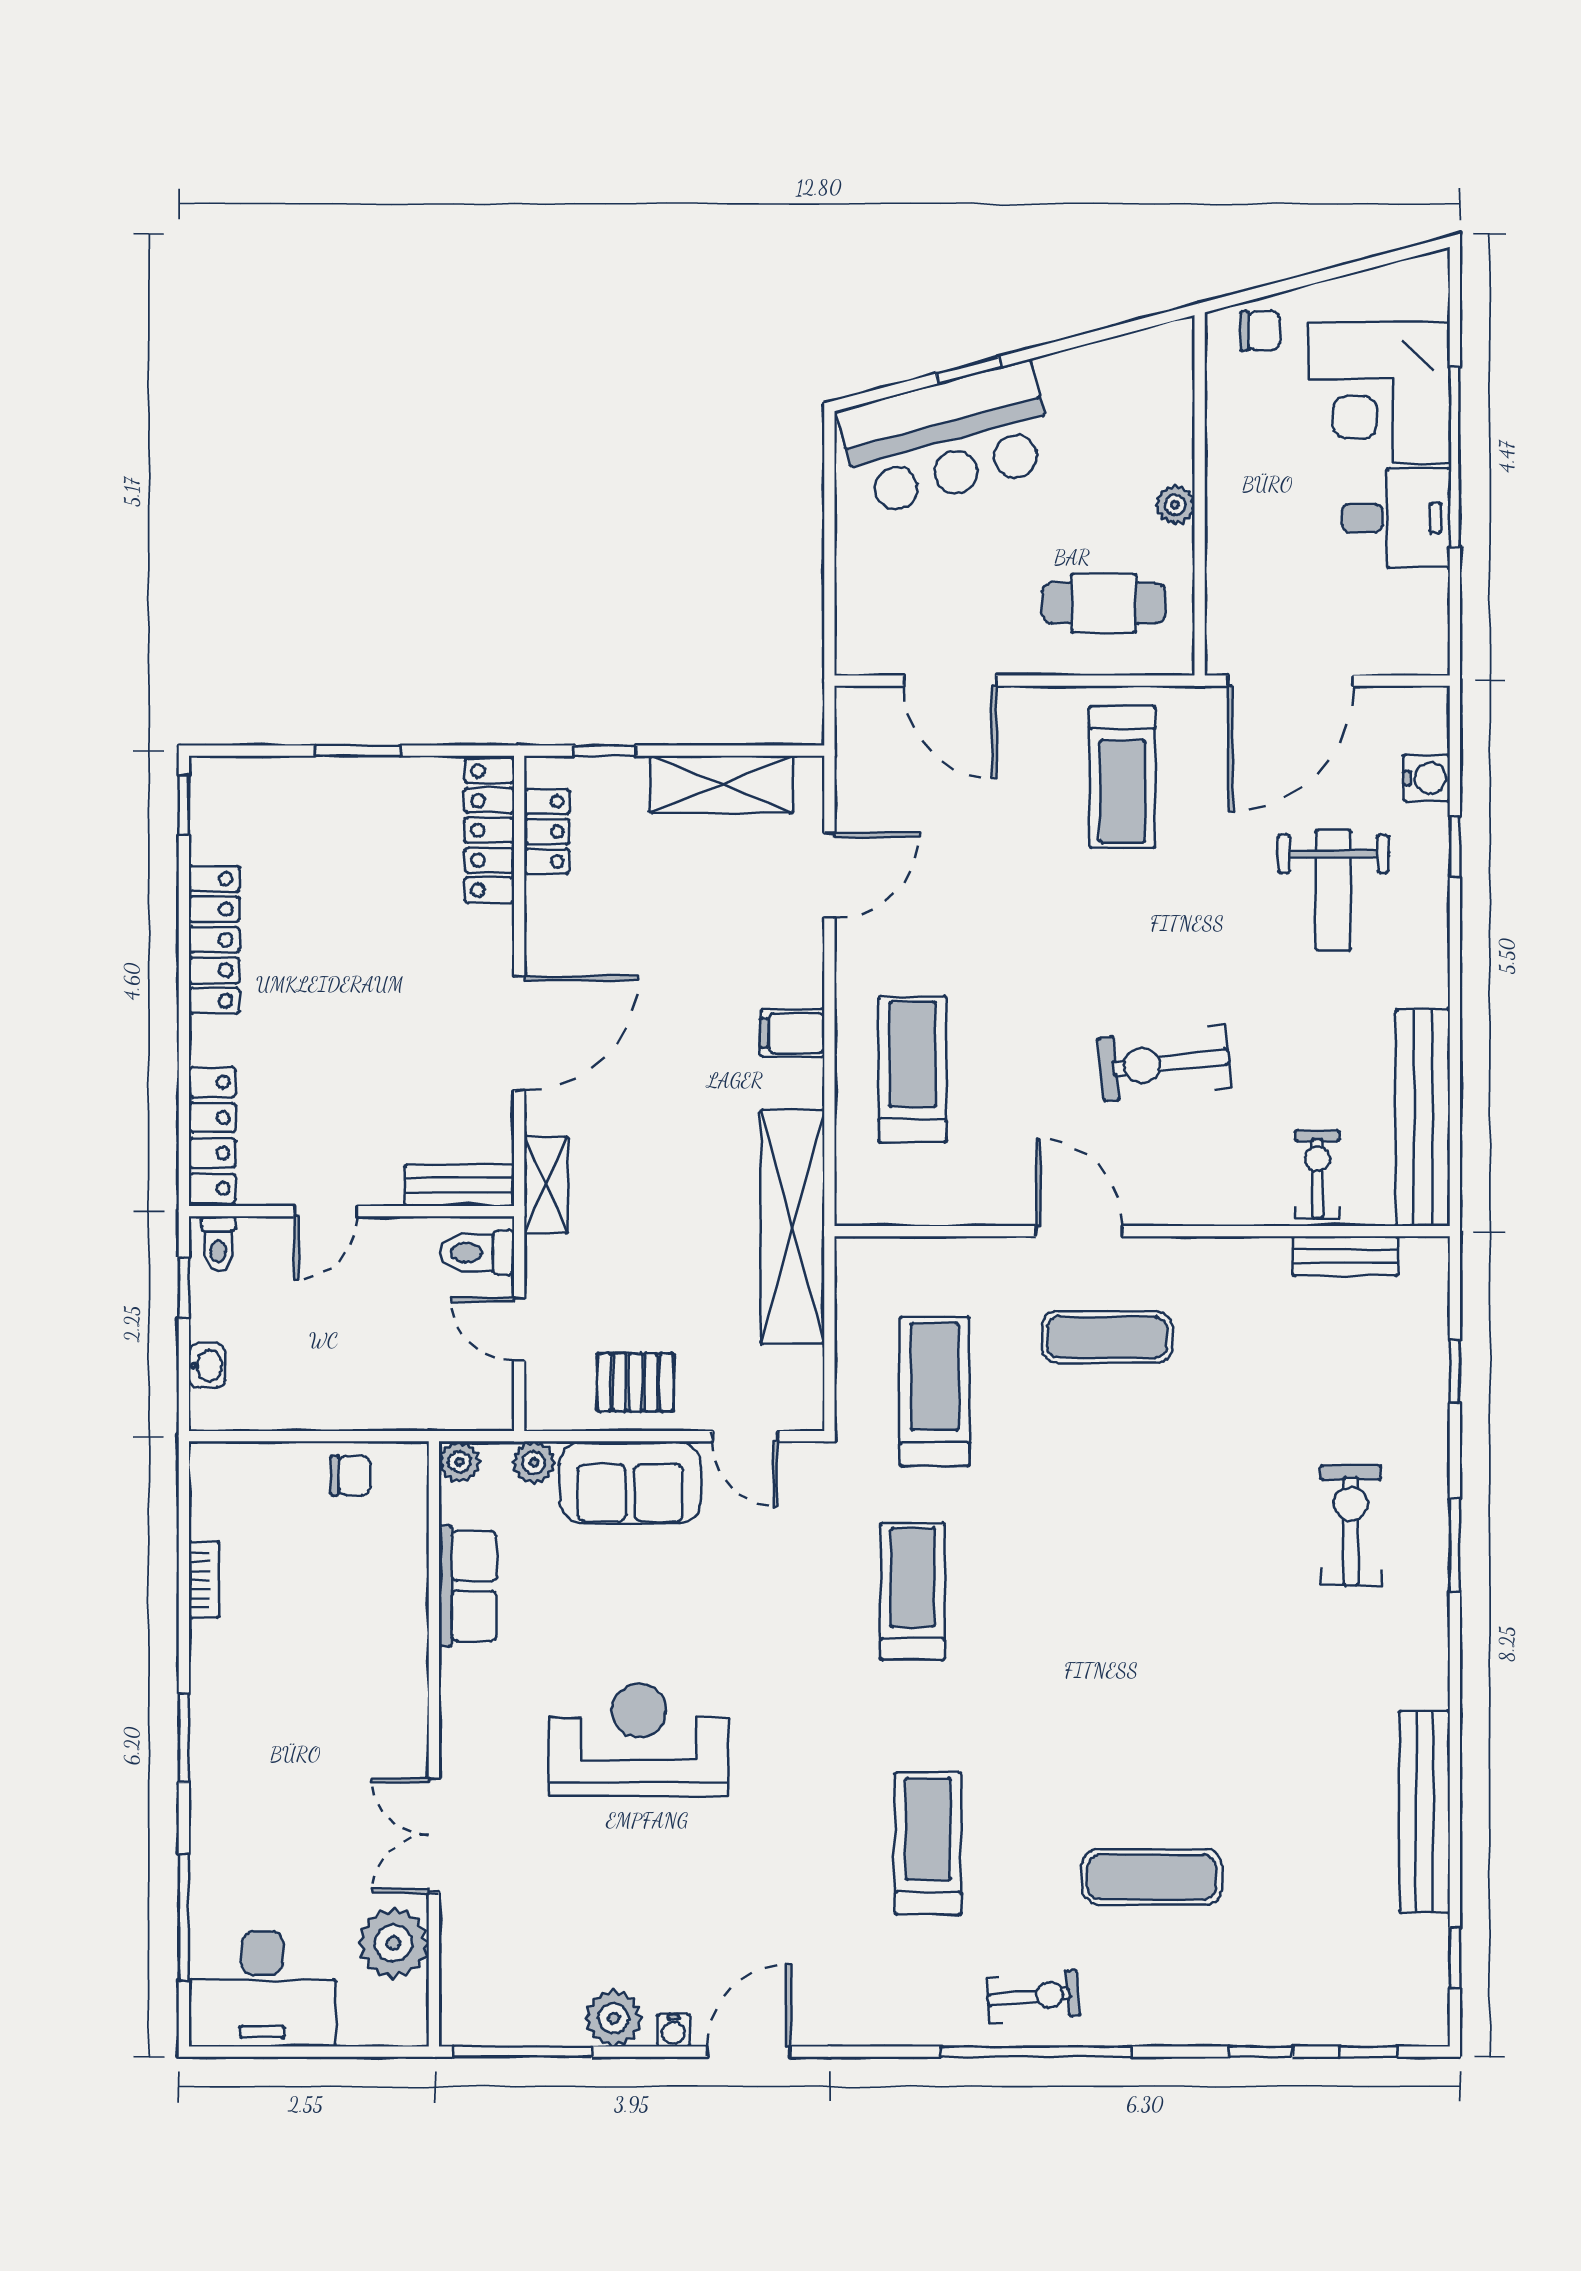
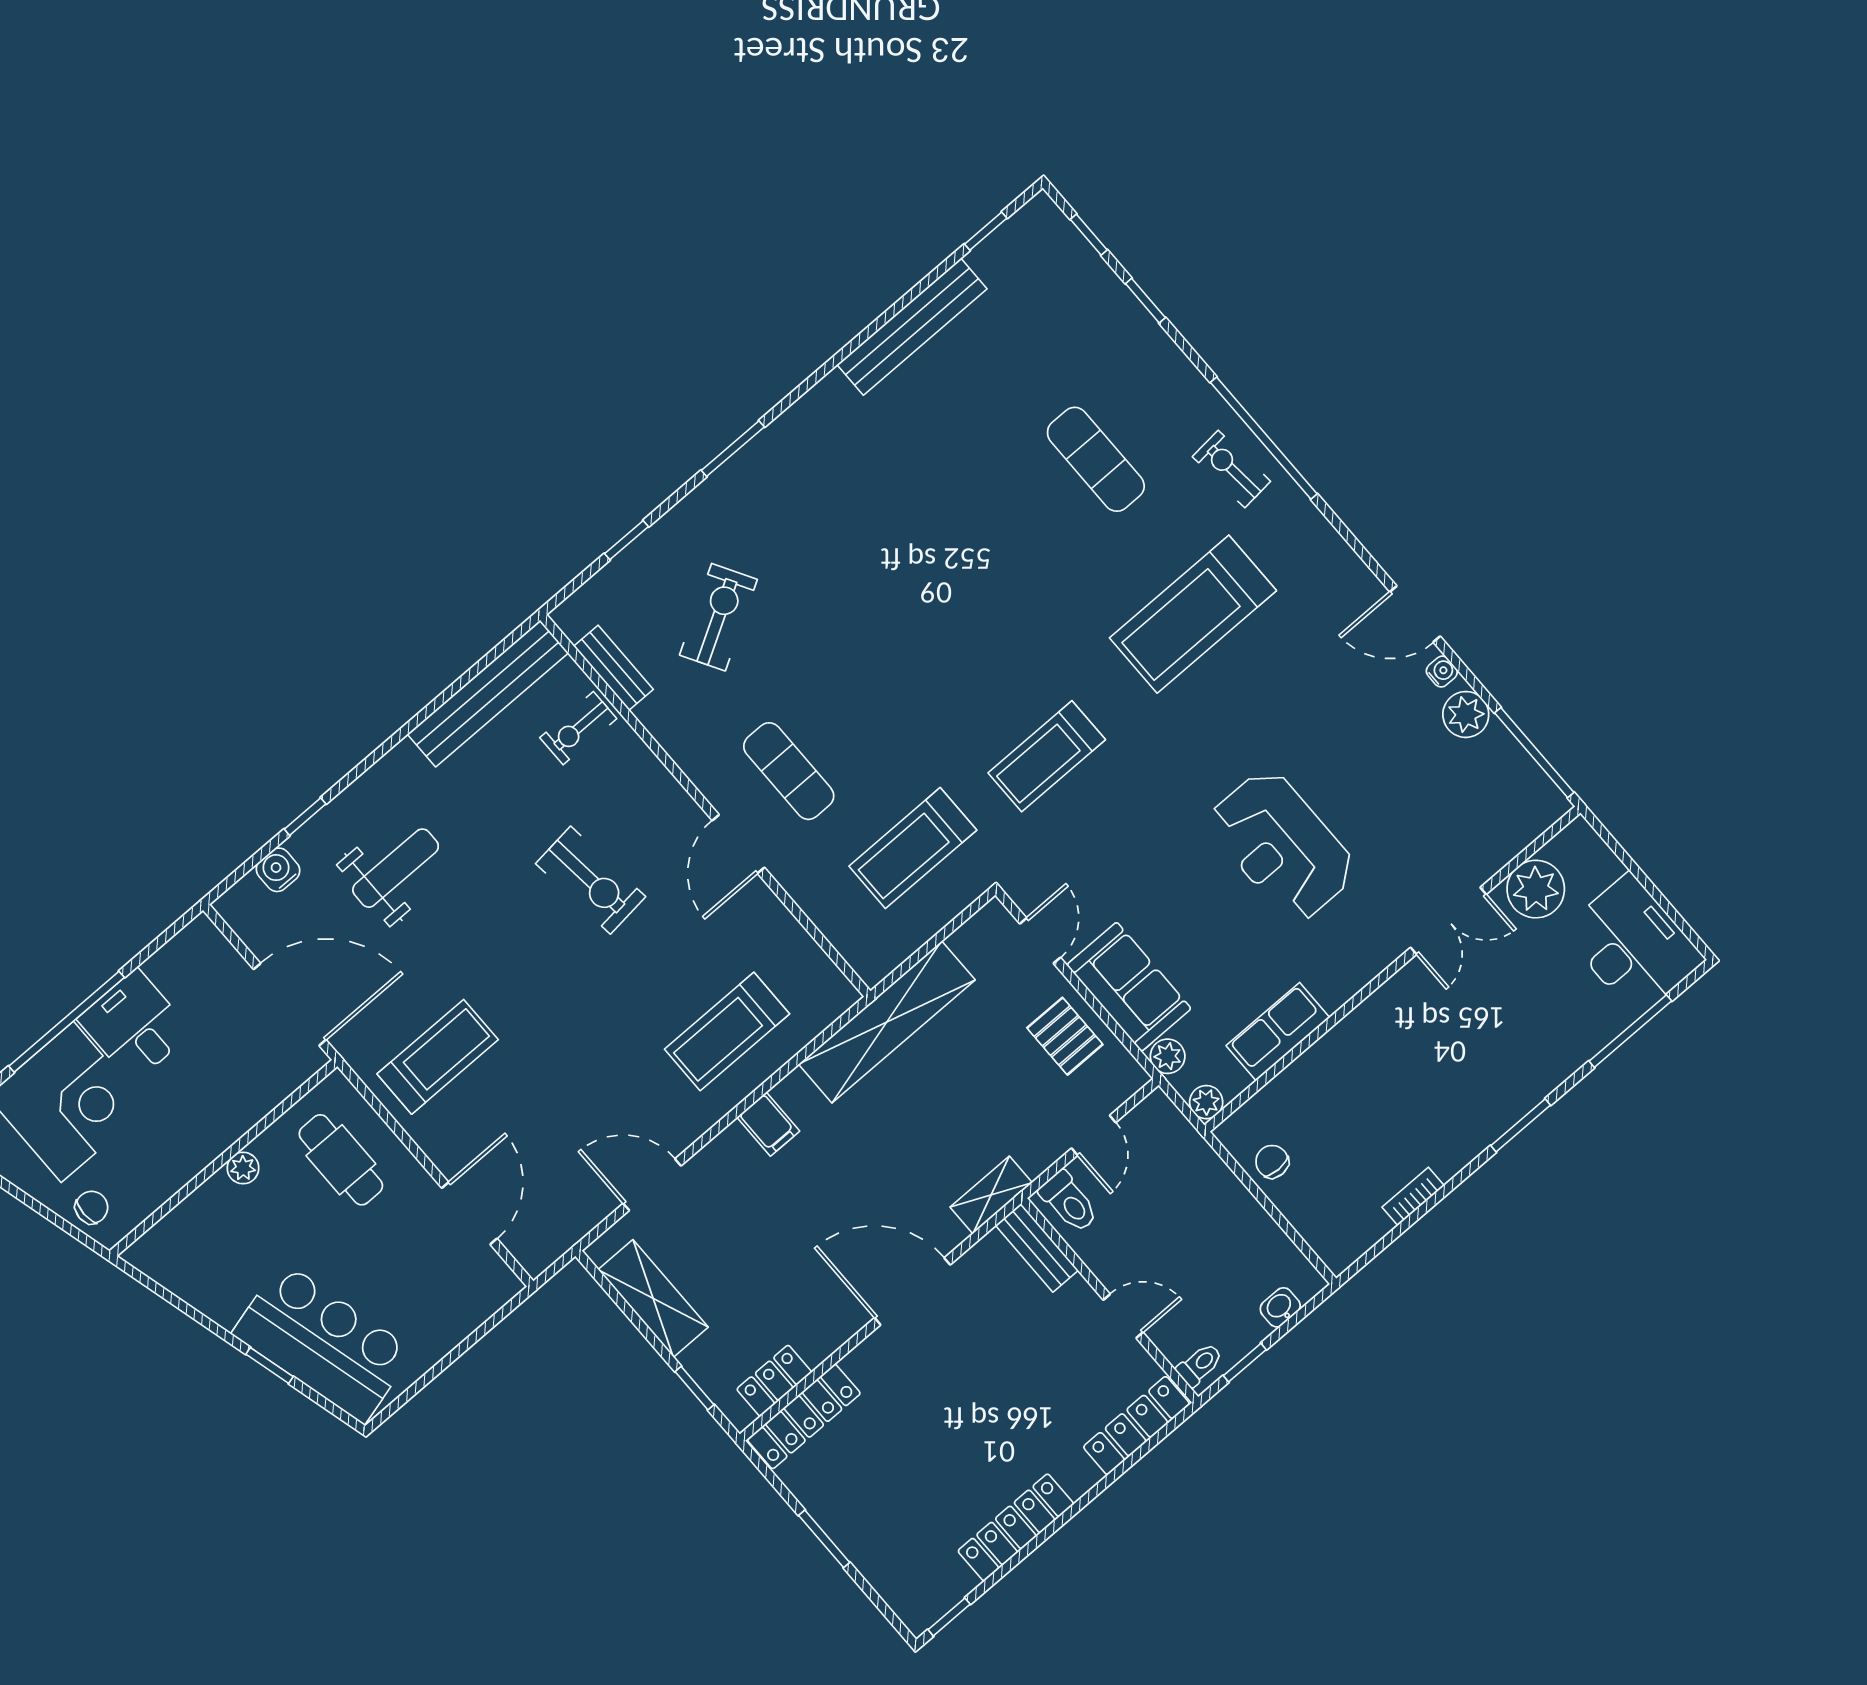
chair: (1260, 331) -> (92, 1207), turned 90
exercise bike: (1351, 1525) -> (718, 617), moved, turned 150
treadmill: (928, 1843) -> (1193, 614), width x1.37, depth x1.38

